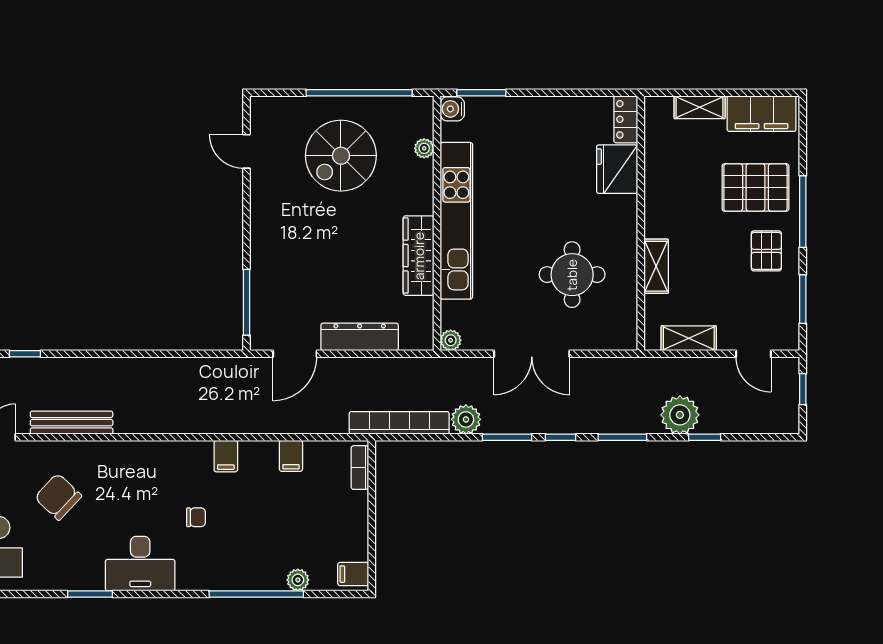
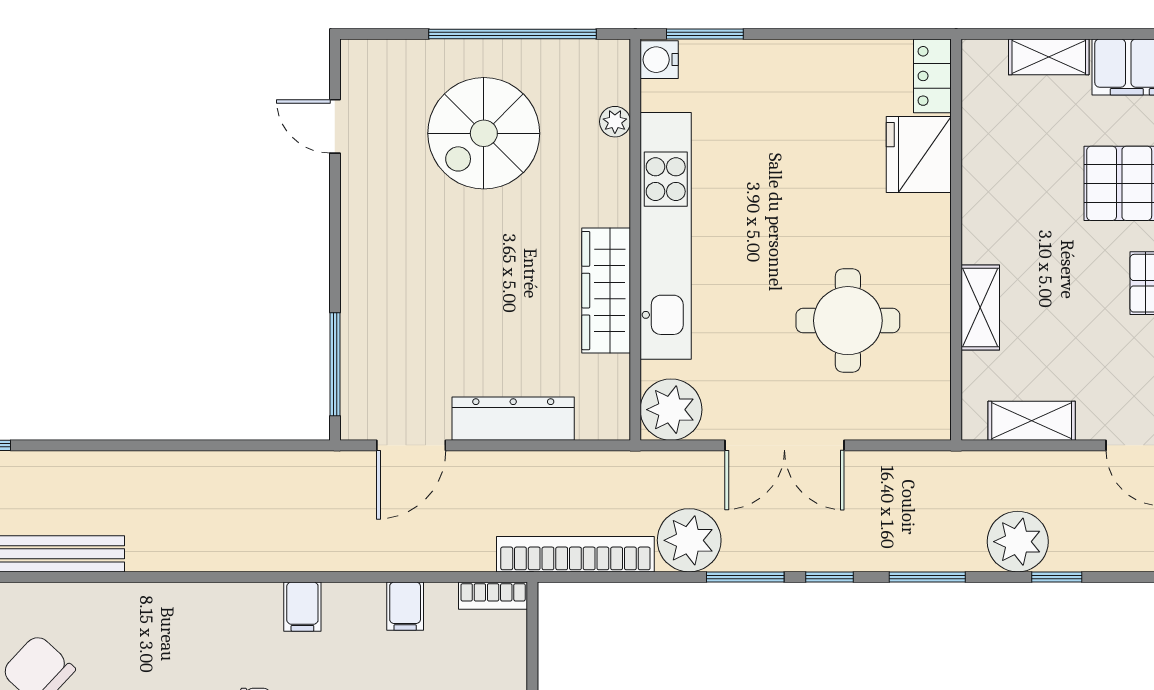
plant: (451, 340) -> (671, 410), width x1.88, depth x1.88
plant: (466, 419) -> (689, 540), width x1.36, depth x1.36
bookcase: (360, 468) -> (493, 596), moved, turned -90

